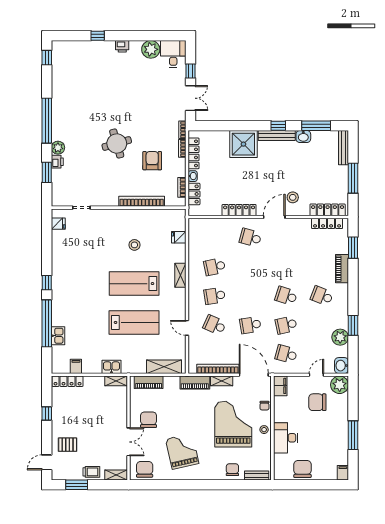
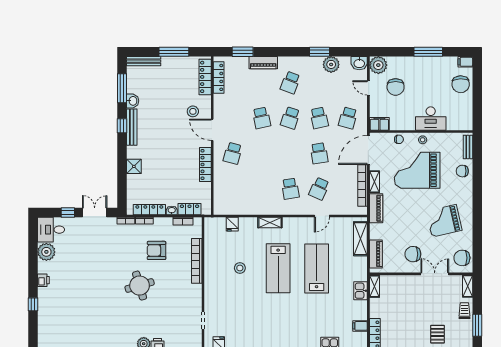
shower: (243, 144) -> (134, 166), width x0.54, depth x0.54
school desk: (215, 267) -> (261, 118), moved
chair: (302, 469) -> (461, 84), moved, turned -92

